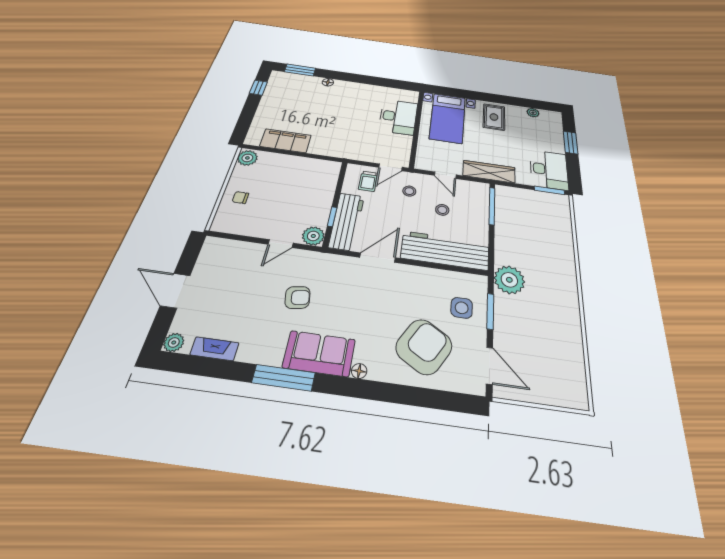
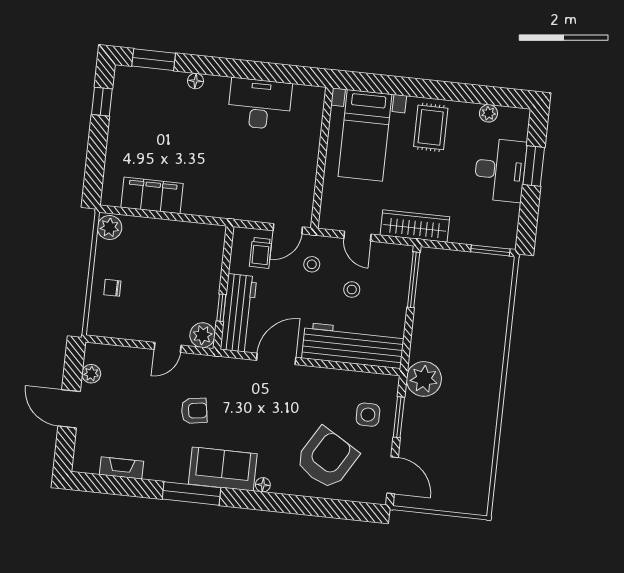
desk: (398, 117) -> (260, 104), moved, turned -90
desk: (549, 170) -> (500, 170), moved
plant: (174, 342) -> (91, 374), moved

